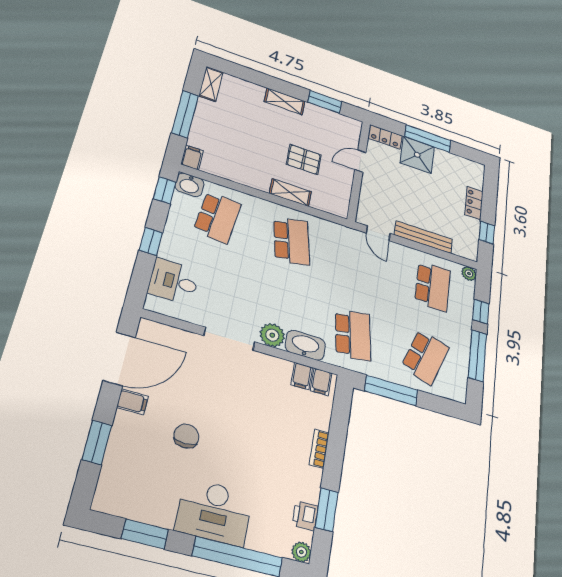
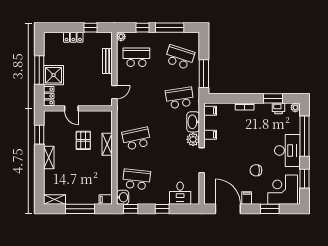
bench: (424, 237) -> (107, 61), width x0.73
filing cabinet: (302, 376) -> (210, 135), moved
corner desk: (132, 480) -> (283, 190), added

